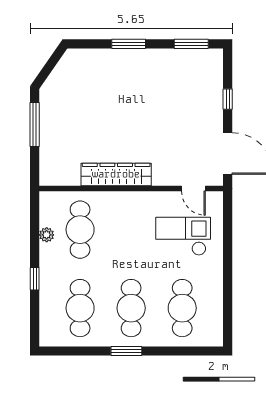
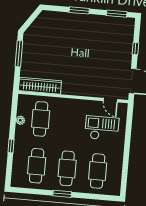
wardrobe: (116, 174) -> (40, 86), moved

